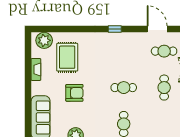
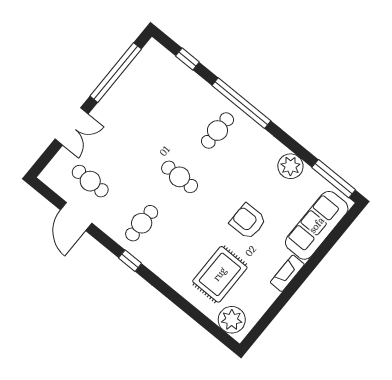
fireplace: (36, 69) -> (287, 273), moved
cafe table: (164, 88) -> (142, 223), moved

